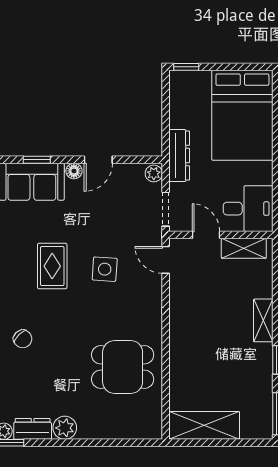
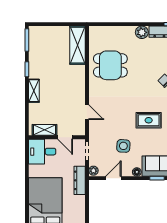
door: (98, 160) -> (113, 178), moved
door: (166, 260) -> (87, 112), moved
rug: (52, 266) -> (149, 120), turned 90
side table: (105, 269) -> (123, 146), moved
shelving: (204, 425) -> (78, 45), moved, turned 90

